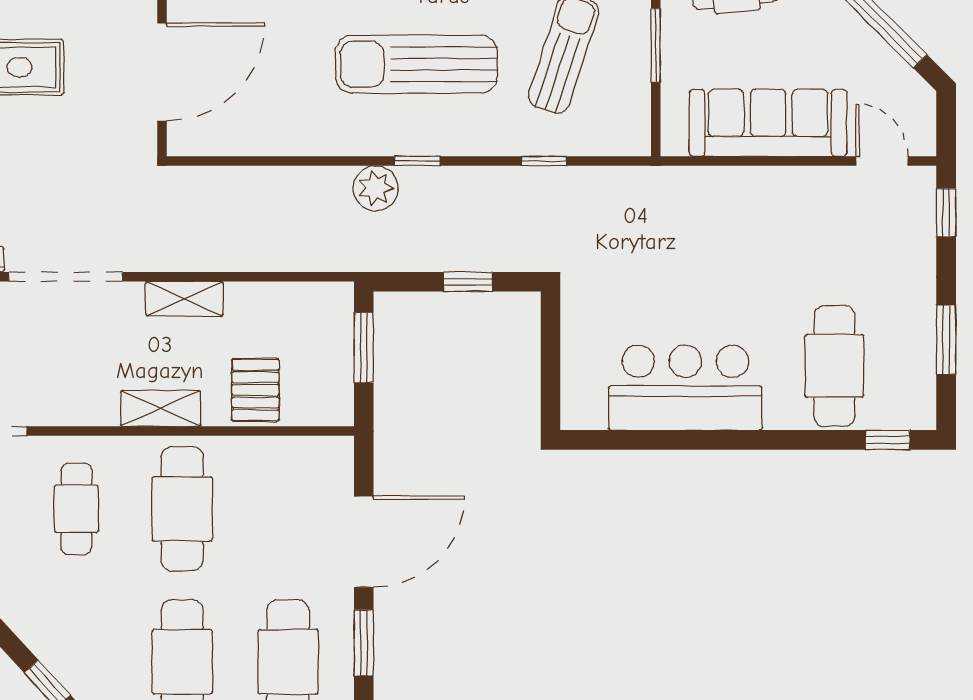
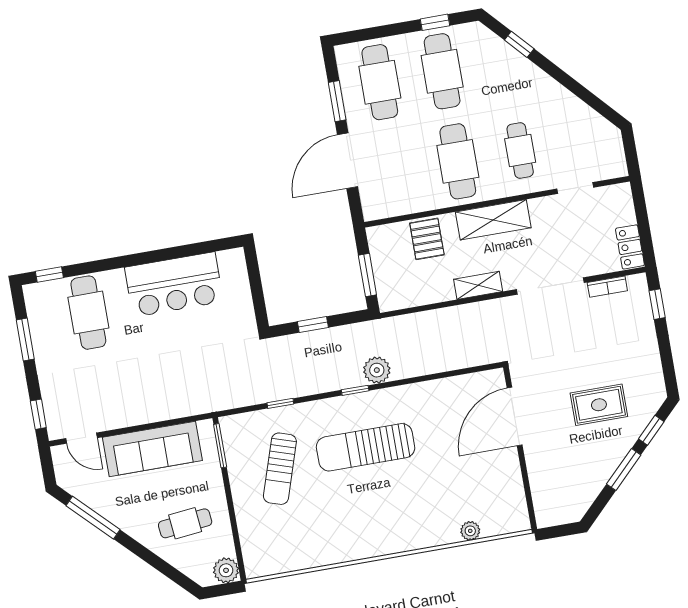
window: (656, 45) -> (220, 446), moved
sun lounger: (416, 64) -> (366, 447), turned 180
shelving: (160, 408) -> (493, 220), width x1.50, depth x1.33

